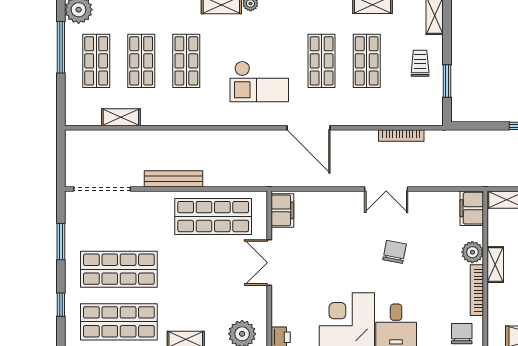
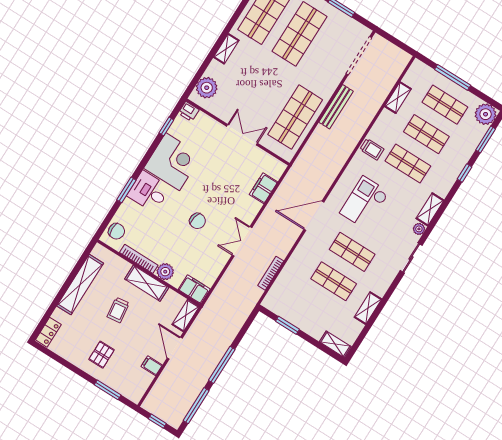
window: (61, 47) -> (453, 77), moved
trolley: (420, 63) -> (372, 149), moved
filing cabinet: (282, 210) -> (263, 188), moved, turned 90
shelving: (495, 265) -> (147, 283), width x1.50, depth x1.33

